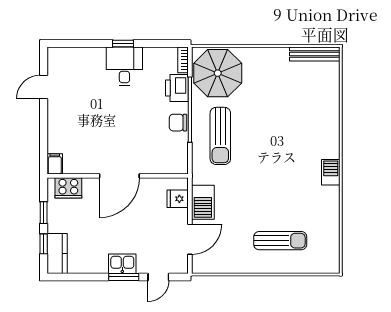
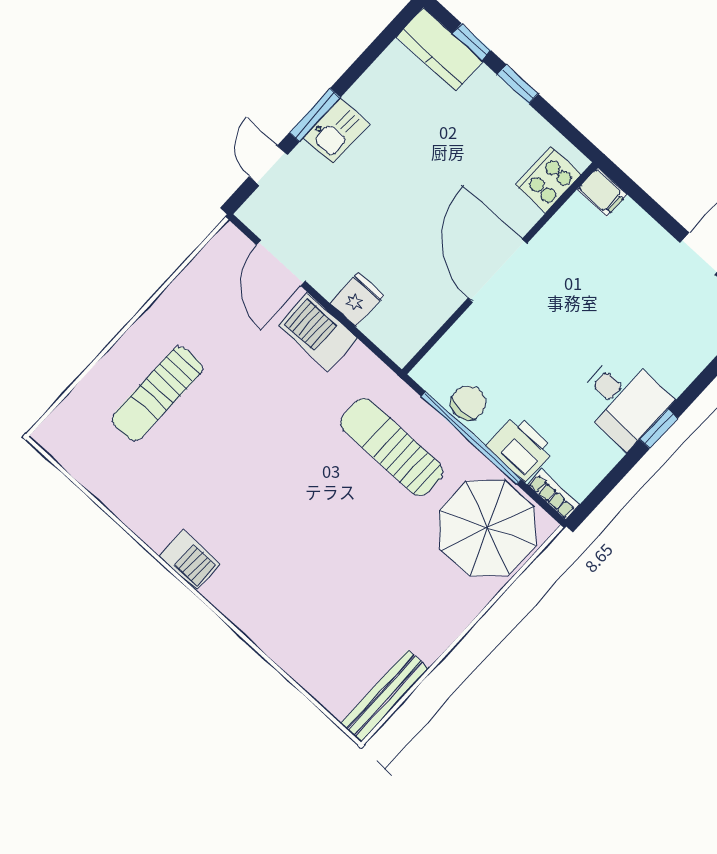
filing cabinet: (55, 164) -> (602, 192), moved
wall: (118, 176) -> (500, 268), moved
door: (119, 176) -> (497, 271), moved
cooker: (68, 188) -> (549, 180), moved

